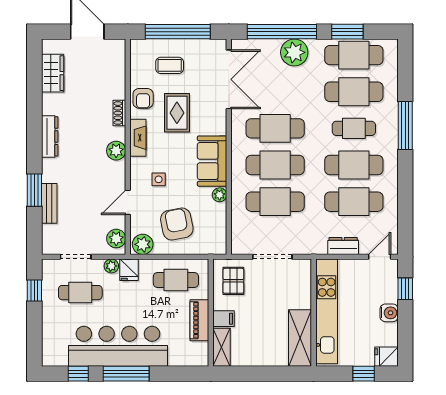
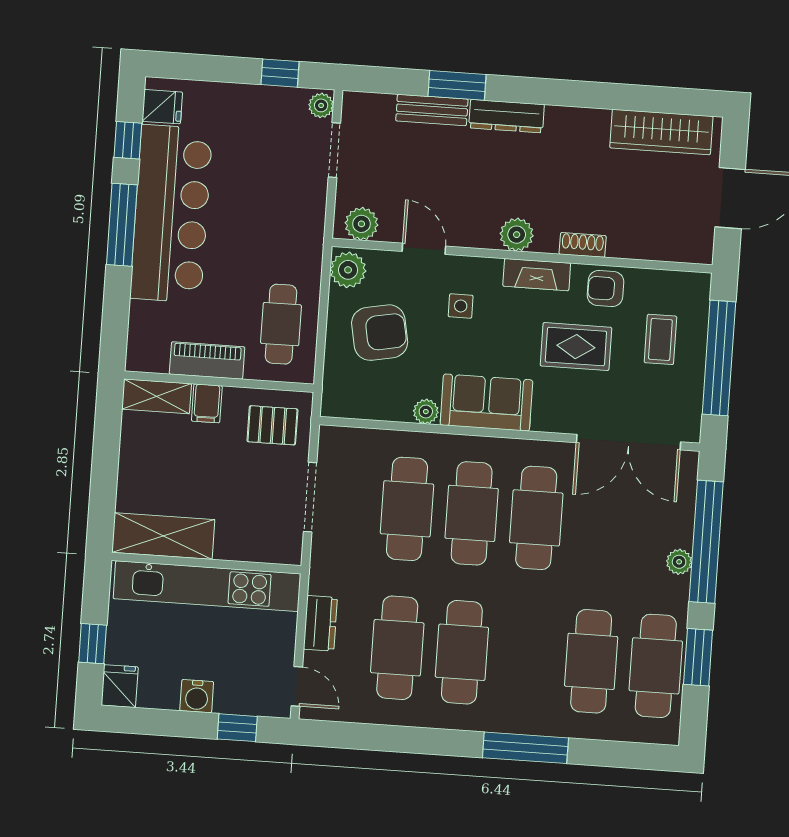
plant: (294, 52) -> (679, 562), width x0.53, depth x0.53
wardrobe: (53, 73) -> (661, 132), width x1.50
cafe table: (354, 128) -> (527, 657), removed
dresser: (50, 136) -> (506, 116), moved
plant: (111, 266) -> (321, 105), moved
fridge: (129, 270) -> (162, 107), moved, turned 180
cafe table: (80, 293) -> (271, 154), removed

